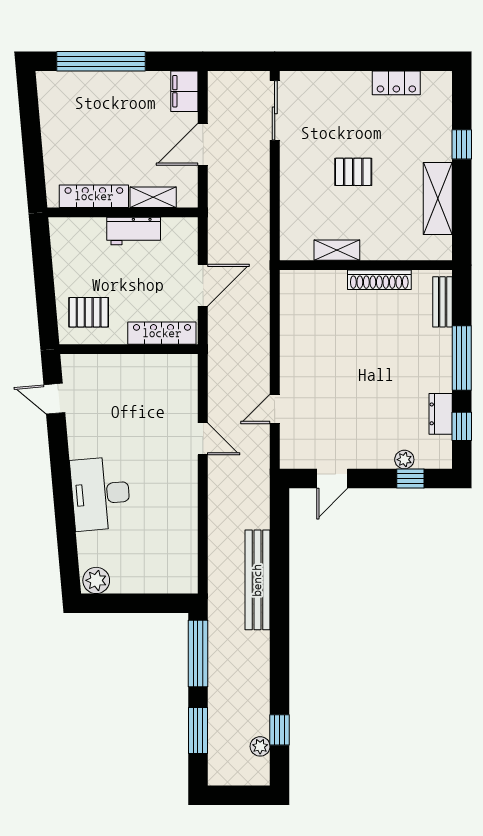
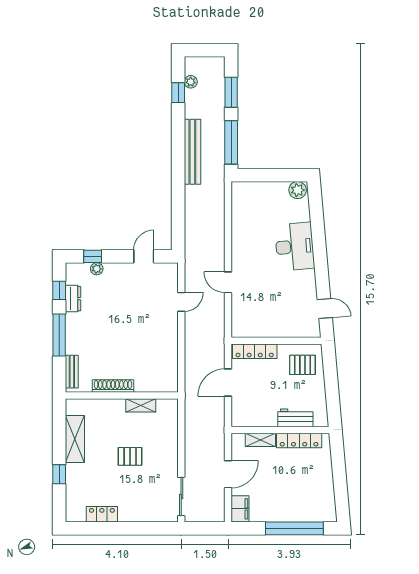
workbench: (134, 231) -> (295, 418), moved
bench: (257, 580) -> (192, 152), moved

